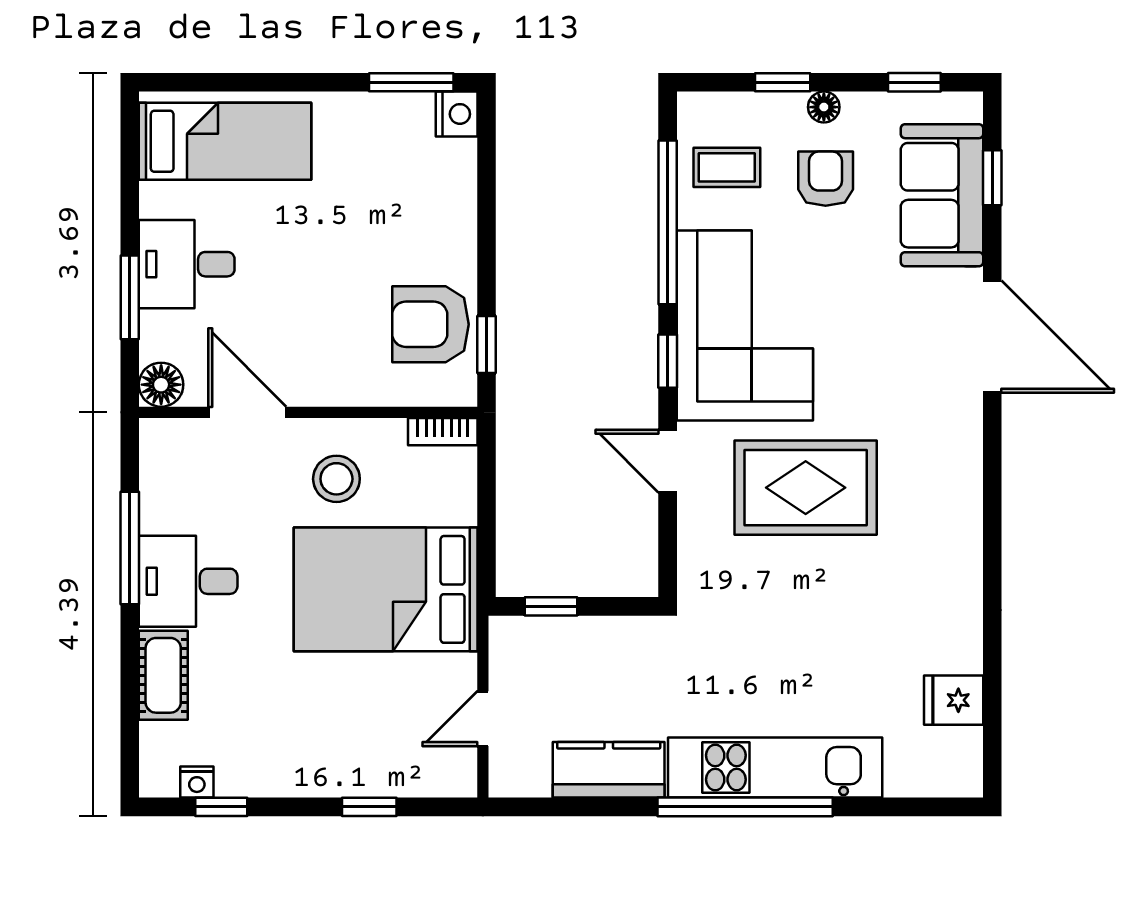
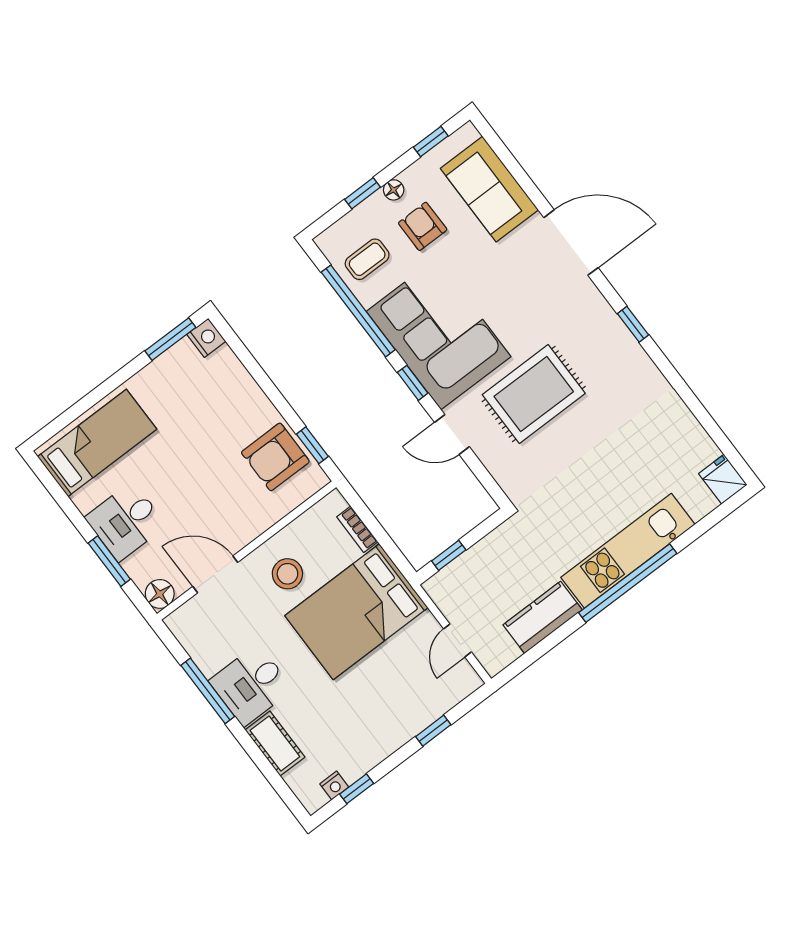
window: (992, 178) -> (633, 324), moved
bookcase: (443, 432) -> (357, 529), moved, turned 90
fridge: (954, 700) -> (723, 479), moved, turned 90

